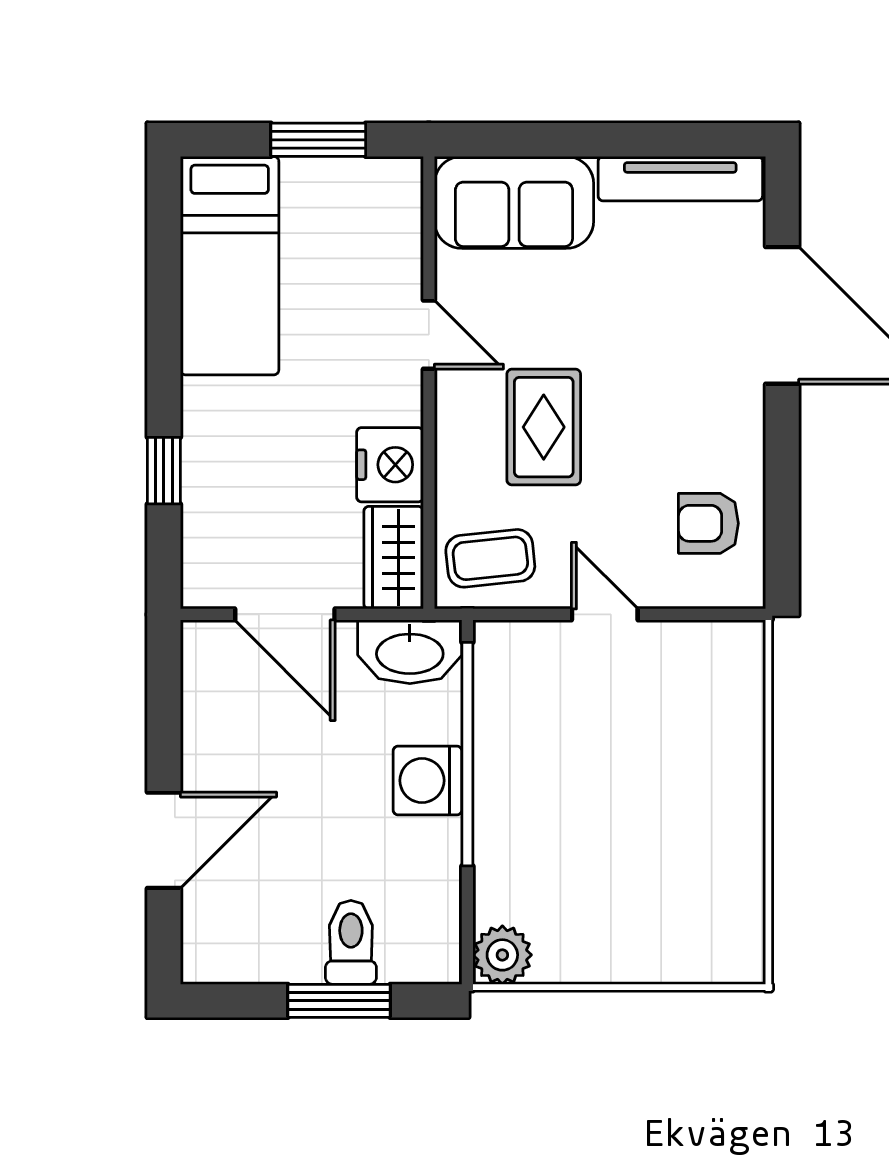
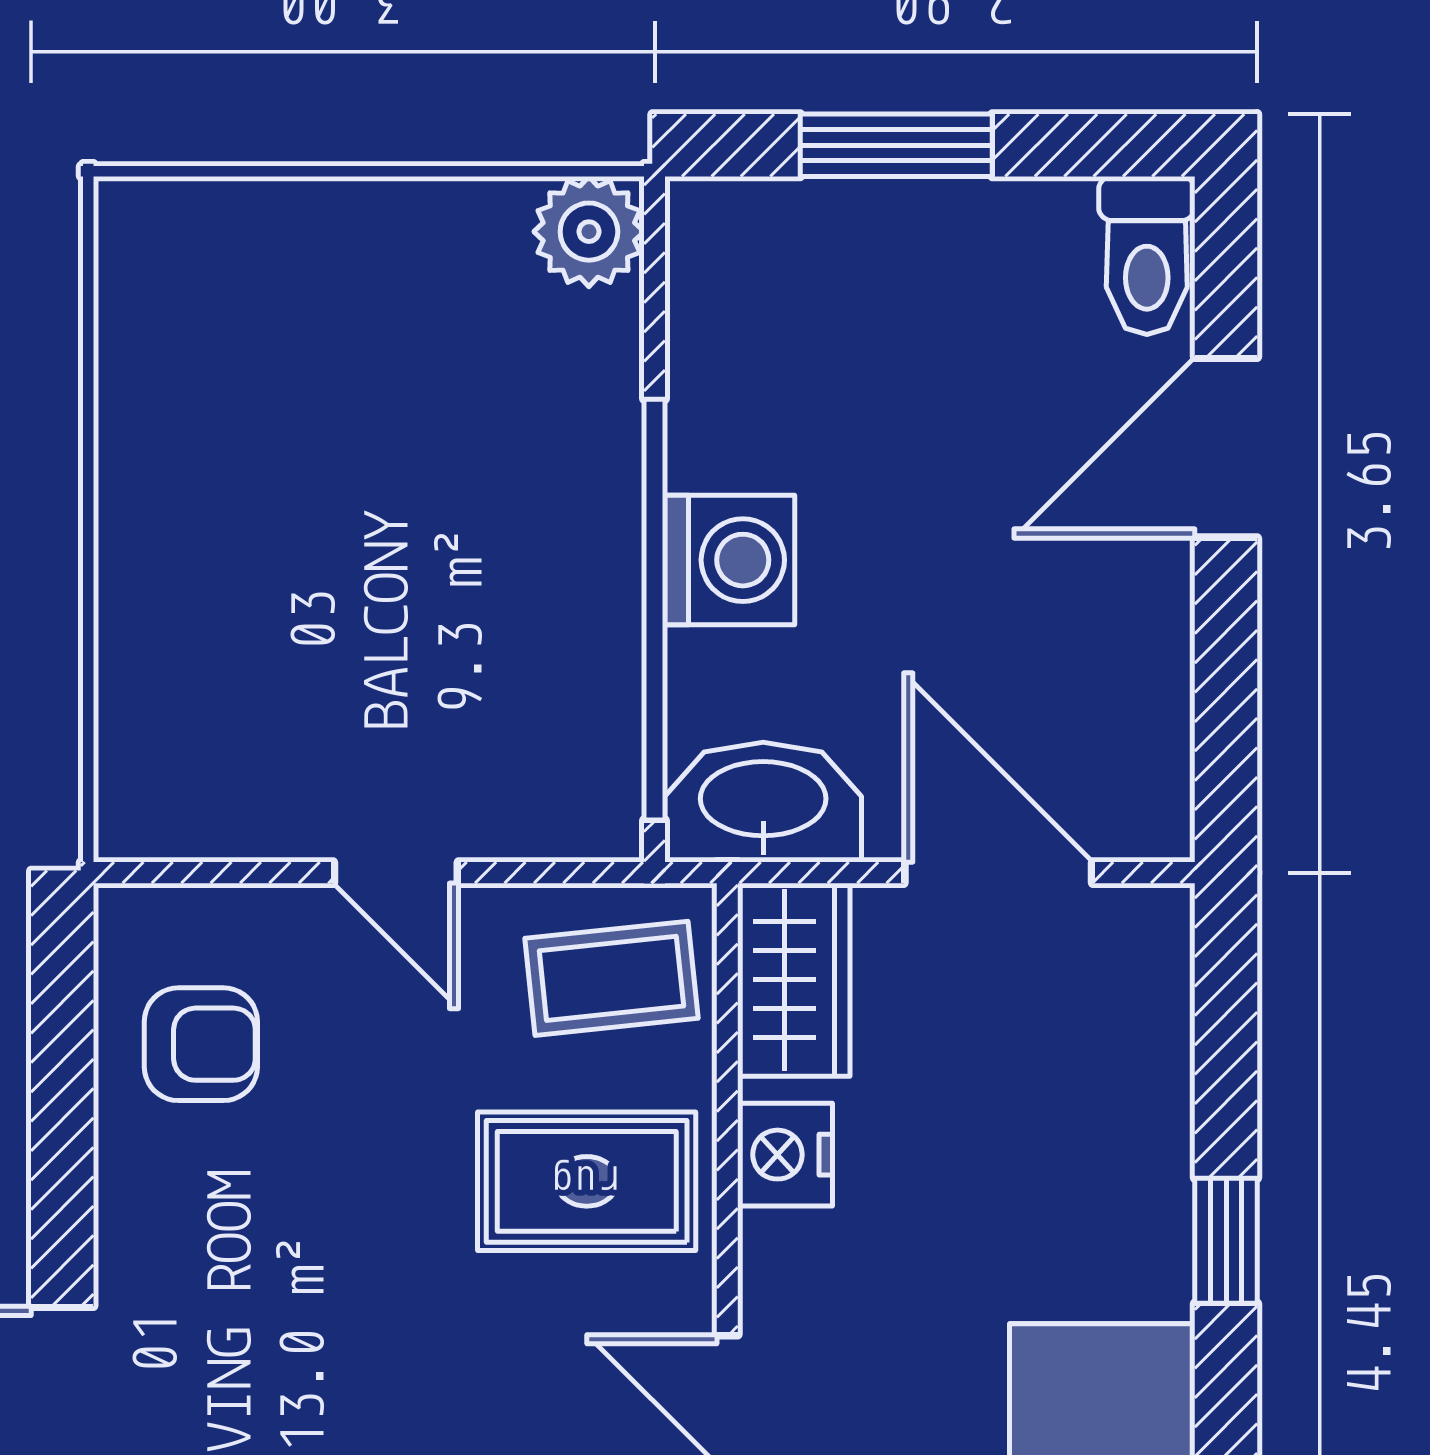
rug: (544, 427) -> (587, 1181), moved, turned 90
nightstand: (390, 465) -> (785, 1155), width x0.74, depth x0.75
window: (164, 471) -> (1226, 1241), moved
toilet: (351, 942) -> (1147, 255), moved

